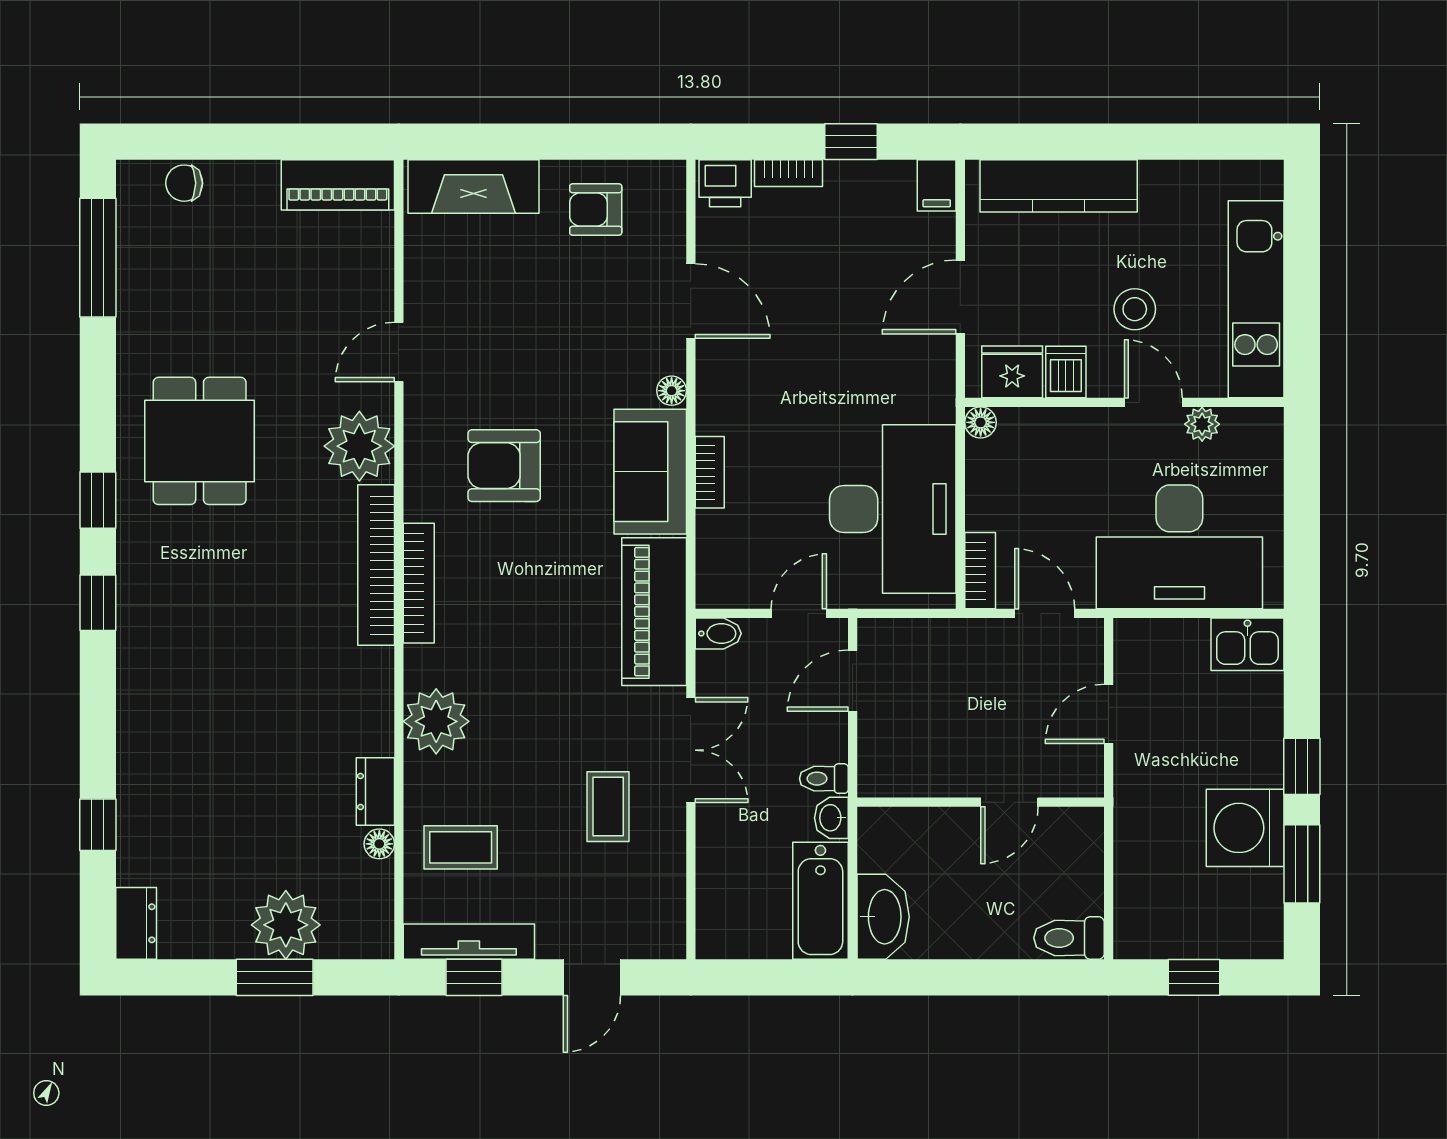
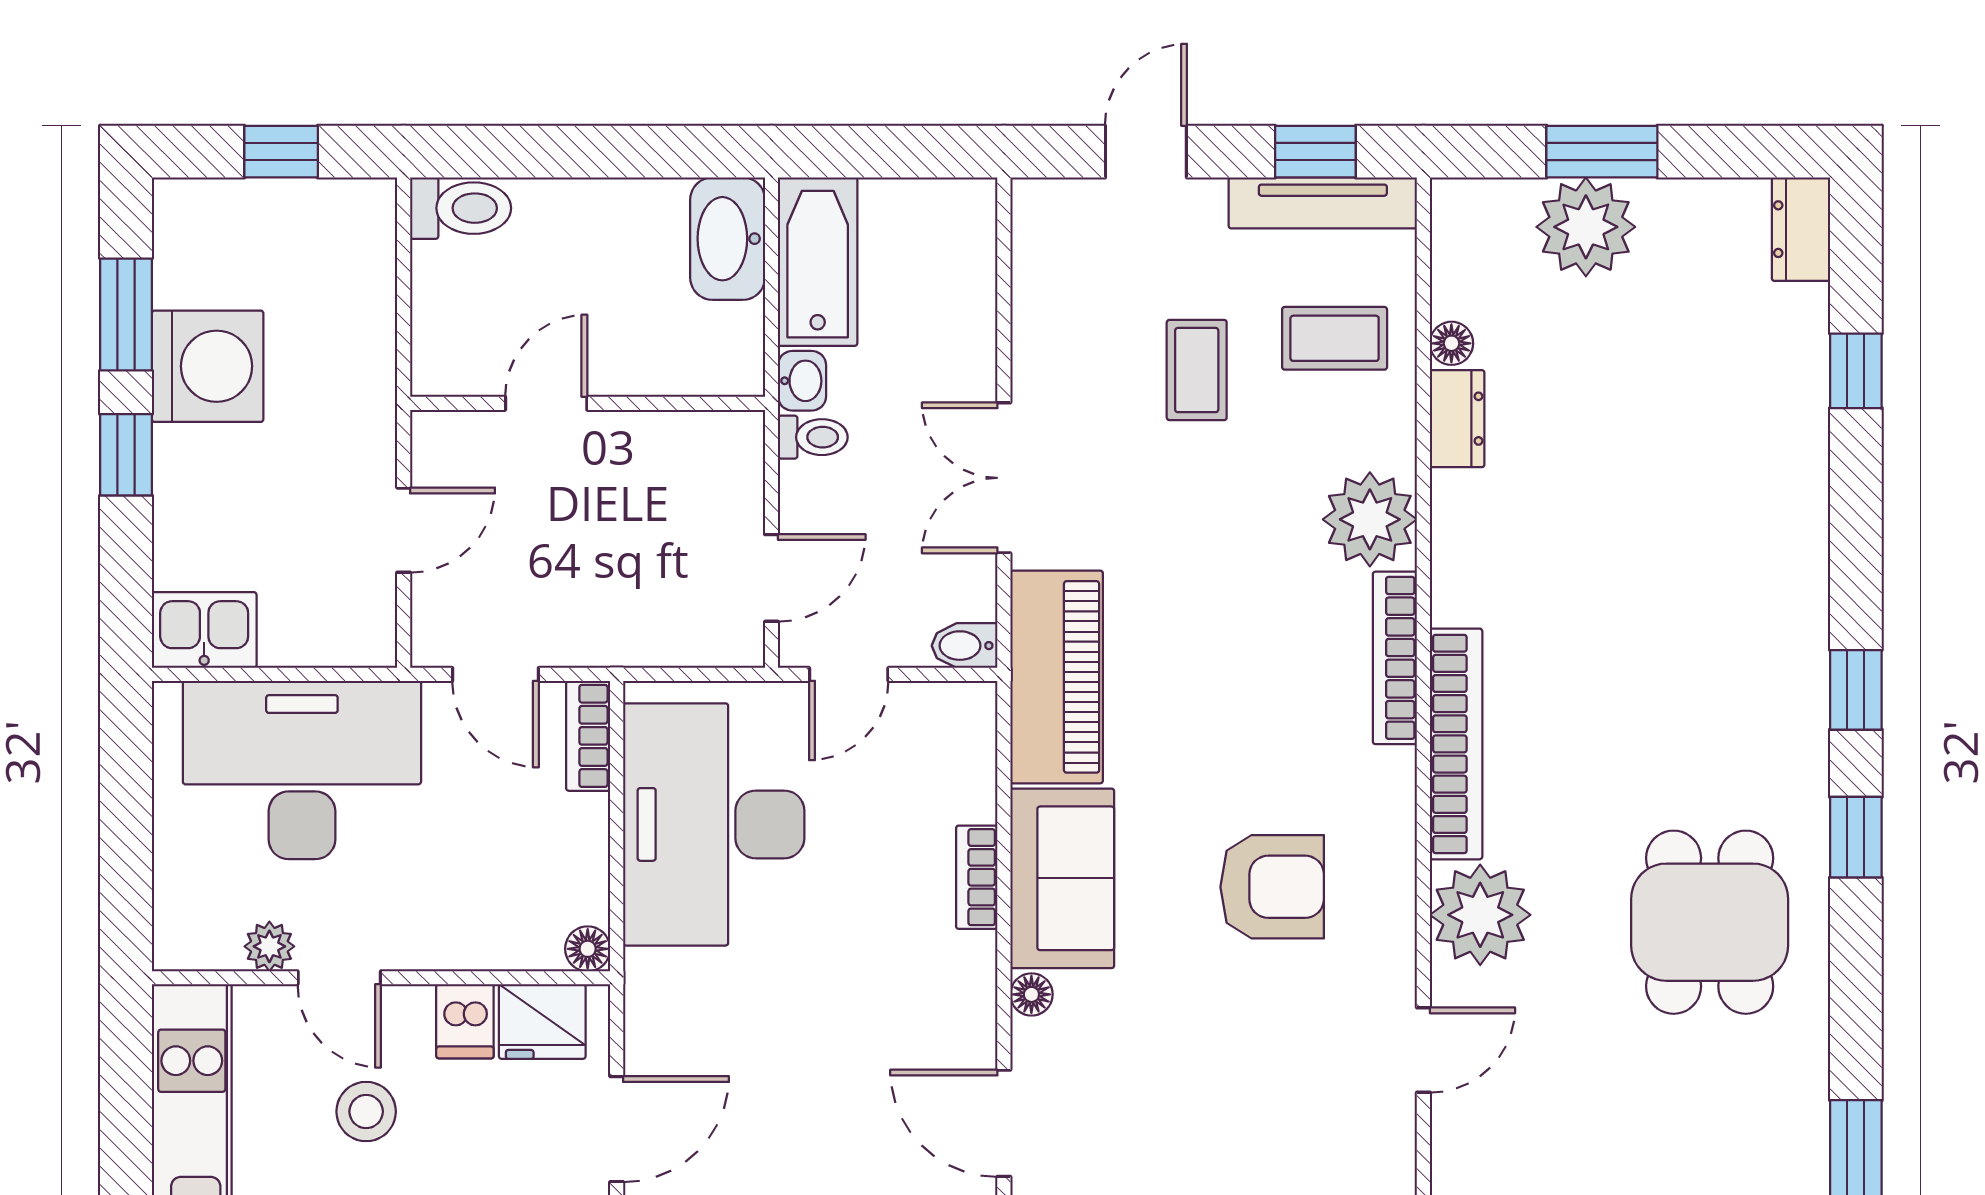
bookcase: (419, 583) -> (1395, 658), moved
coffee table: (608, 807) -> (1197, 370), moved

